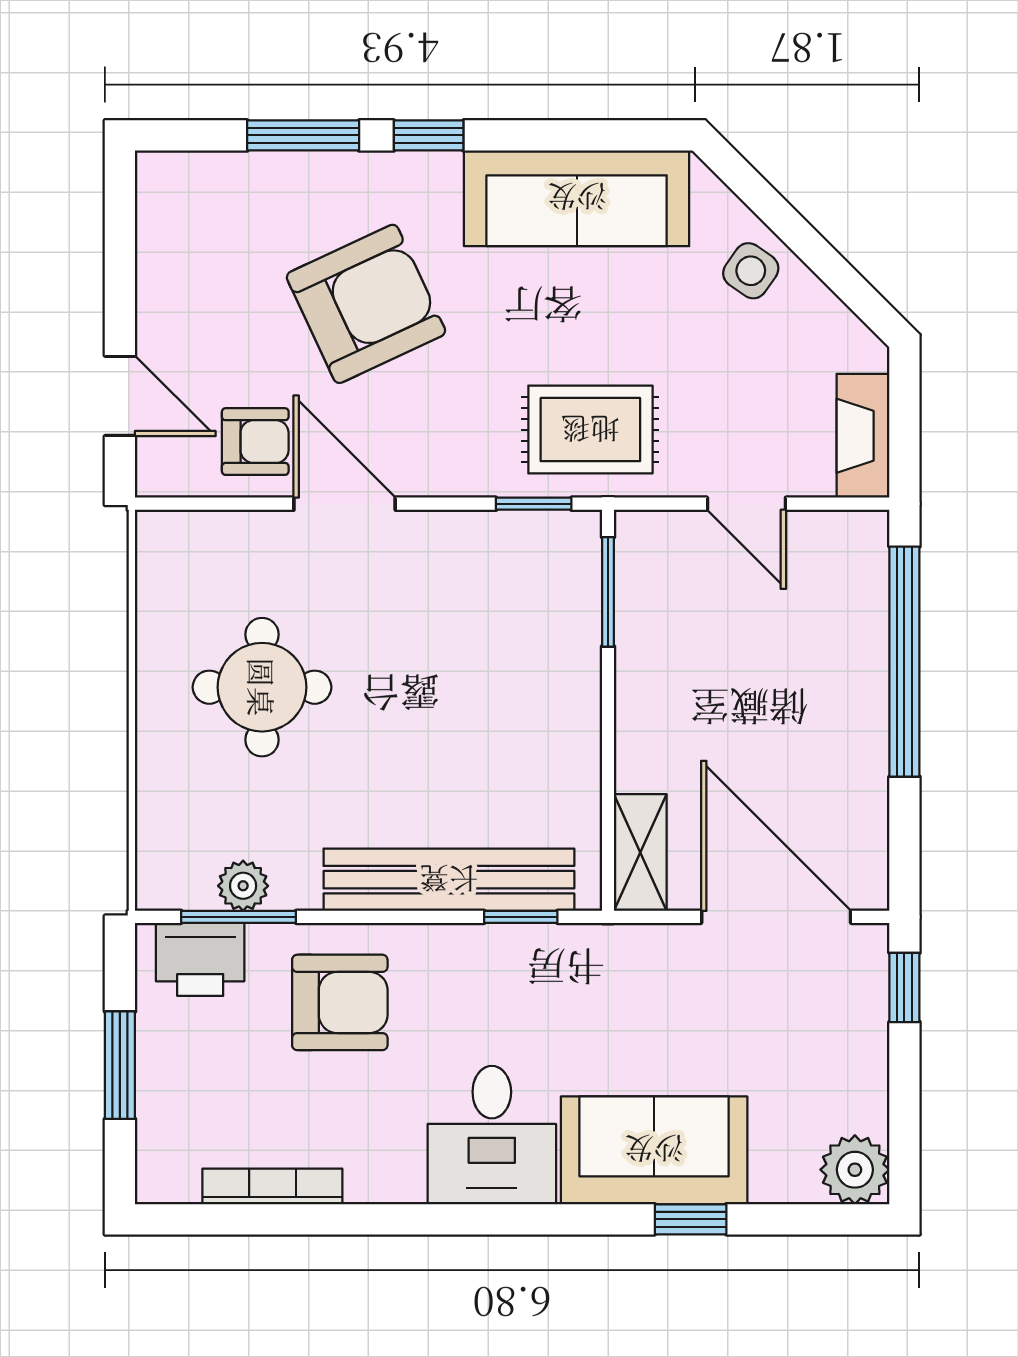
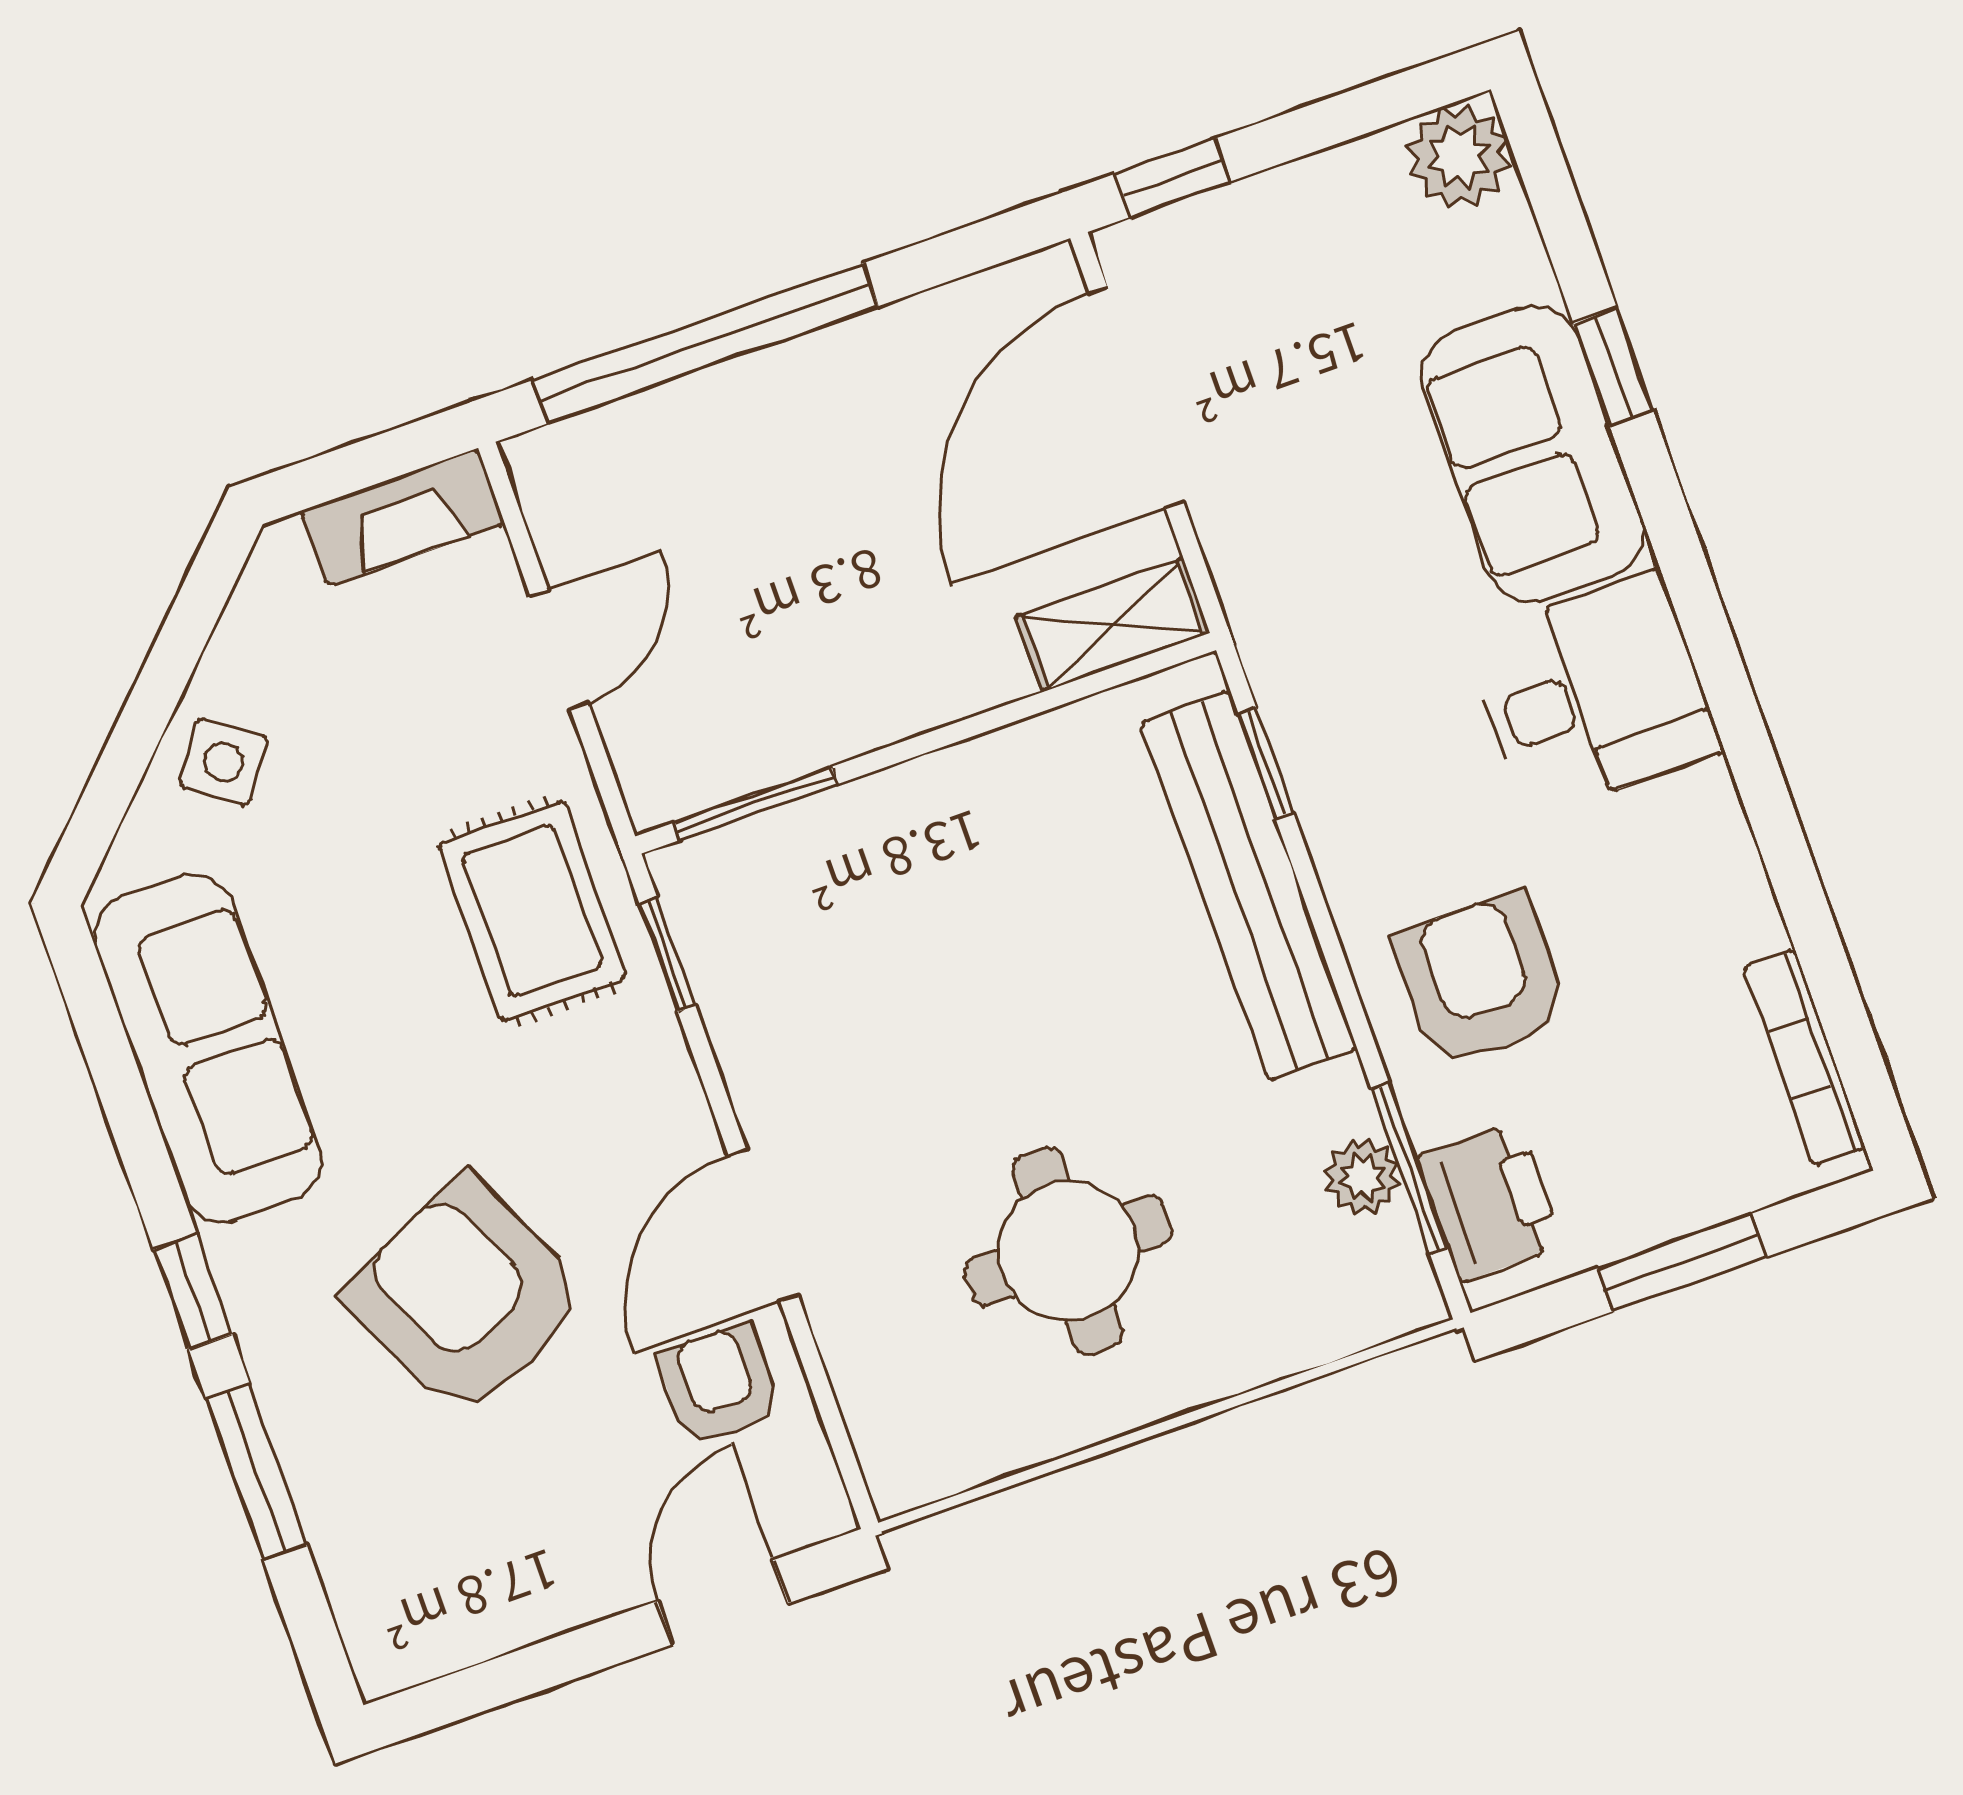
bookcase: (272, 1186) -> (1805, 1057), moved

